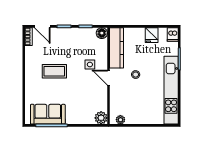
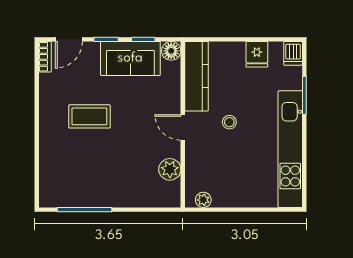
door: (42, 26) -> (69, 39), hinge flipped
side table: (90, 64) -> (151, 105), removed
sofa: (48, 114) -> (130, 58), moved, turned 180
plant: (101, 118) -> (170, 169), moved

